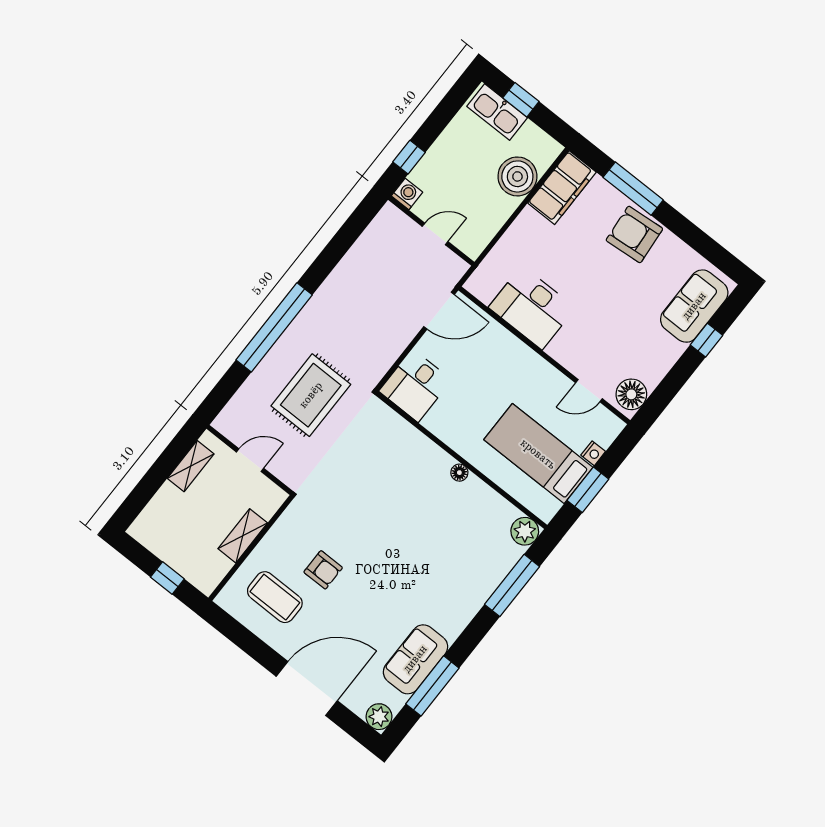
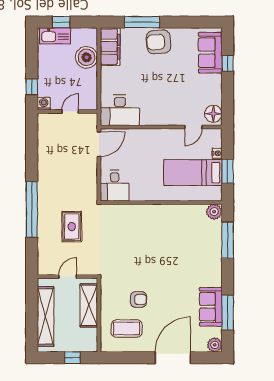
desk: (532, 308) -> (120, 110), moved
rug: (311, 395) -> (72, 227), width x0.73, depth x0.70
shelving: (191, 466) -> (46, 316), width x2.20, depth x1.33
floor lamp: (459, 473) -> (165, 209), removed
shelving: (243, 536) -> (89, 305), width x1.50, depth x1.33

